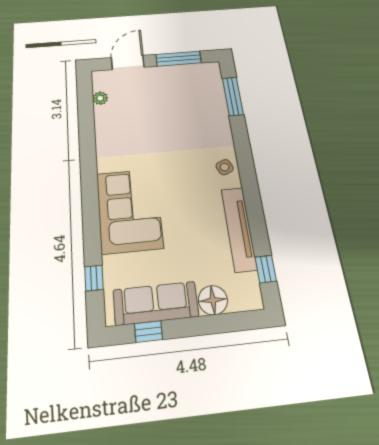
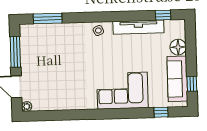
plant: (100, 98) -> (27, 107), moved

